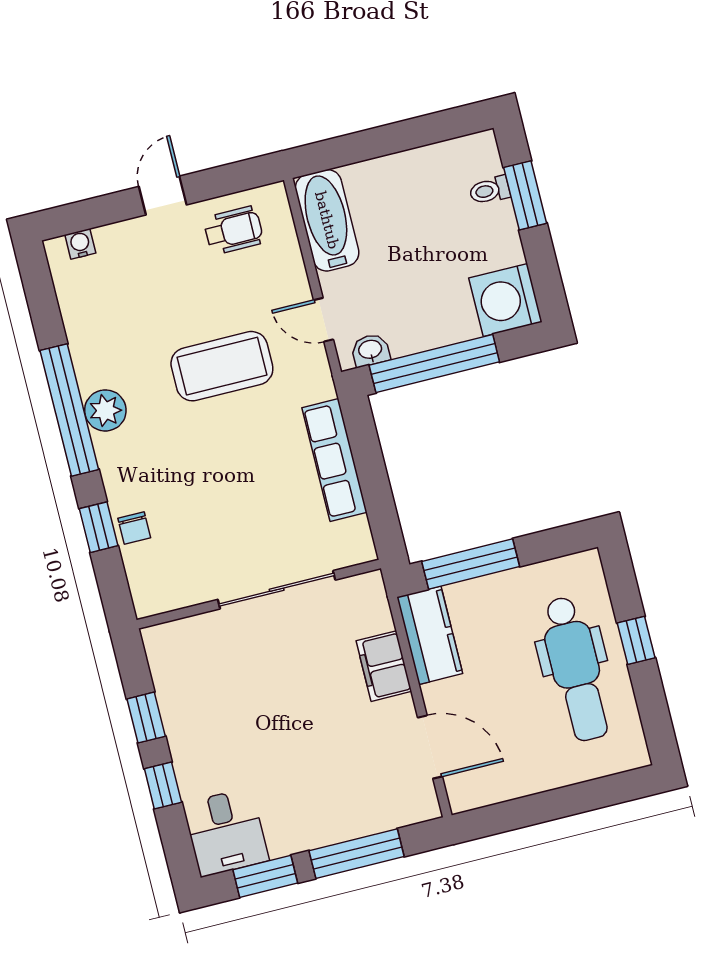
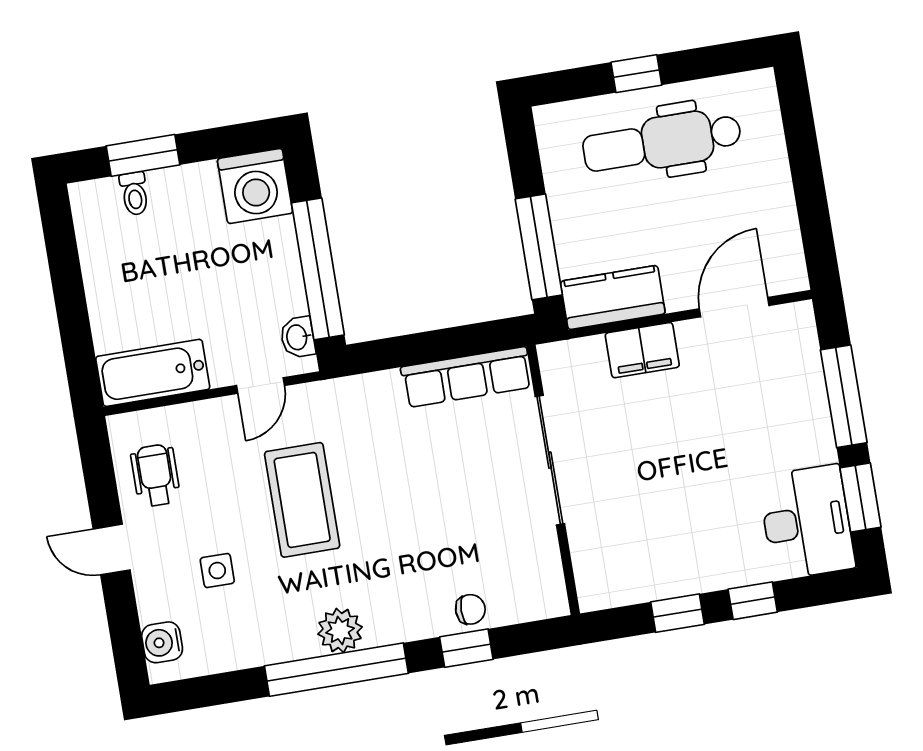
water cooler: (80, 244) -> (162, 642), width x1.38, depth x1.38
side table: (151, 294) -> (217, 571), added
row of seats: (334, 460) -> (467, 377), moved
dental chair: (576, 669) -> (662, 142), turned 180
desk: (226, 832) -> (807, 522), width x1.37

